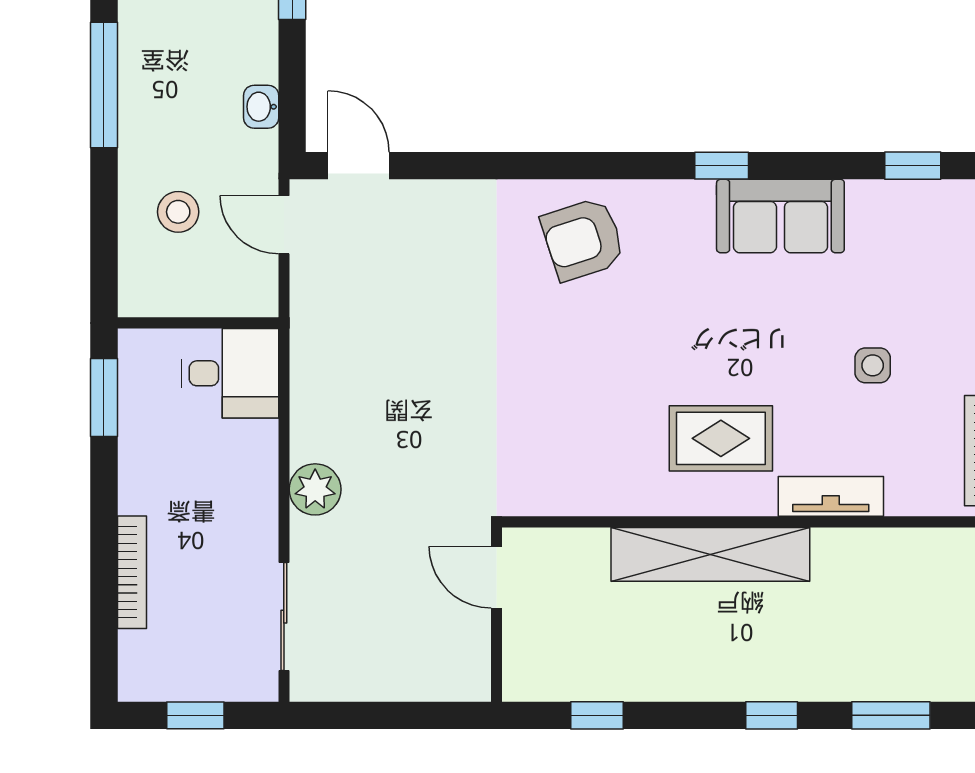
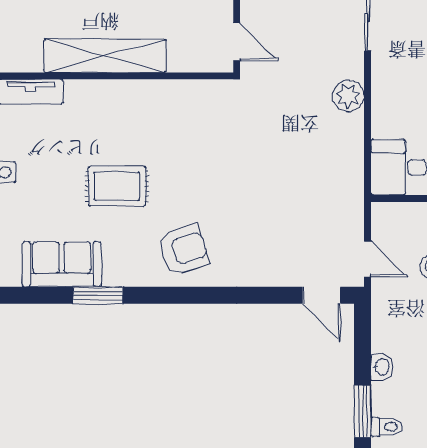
washbasin: (261, 107) -> (382, 367), moved
window: (722, 166) -> (98, 295), width x1.50
rug: (721, 438) -> (117, 186), moved

